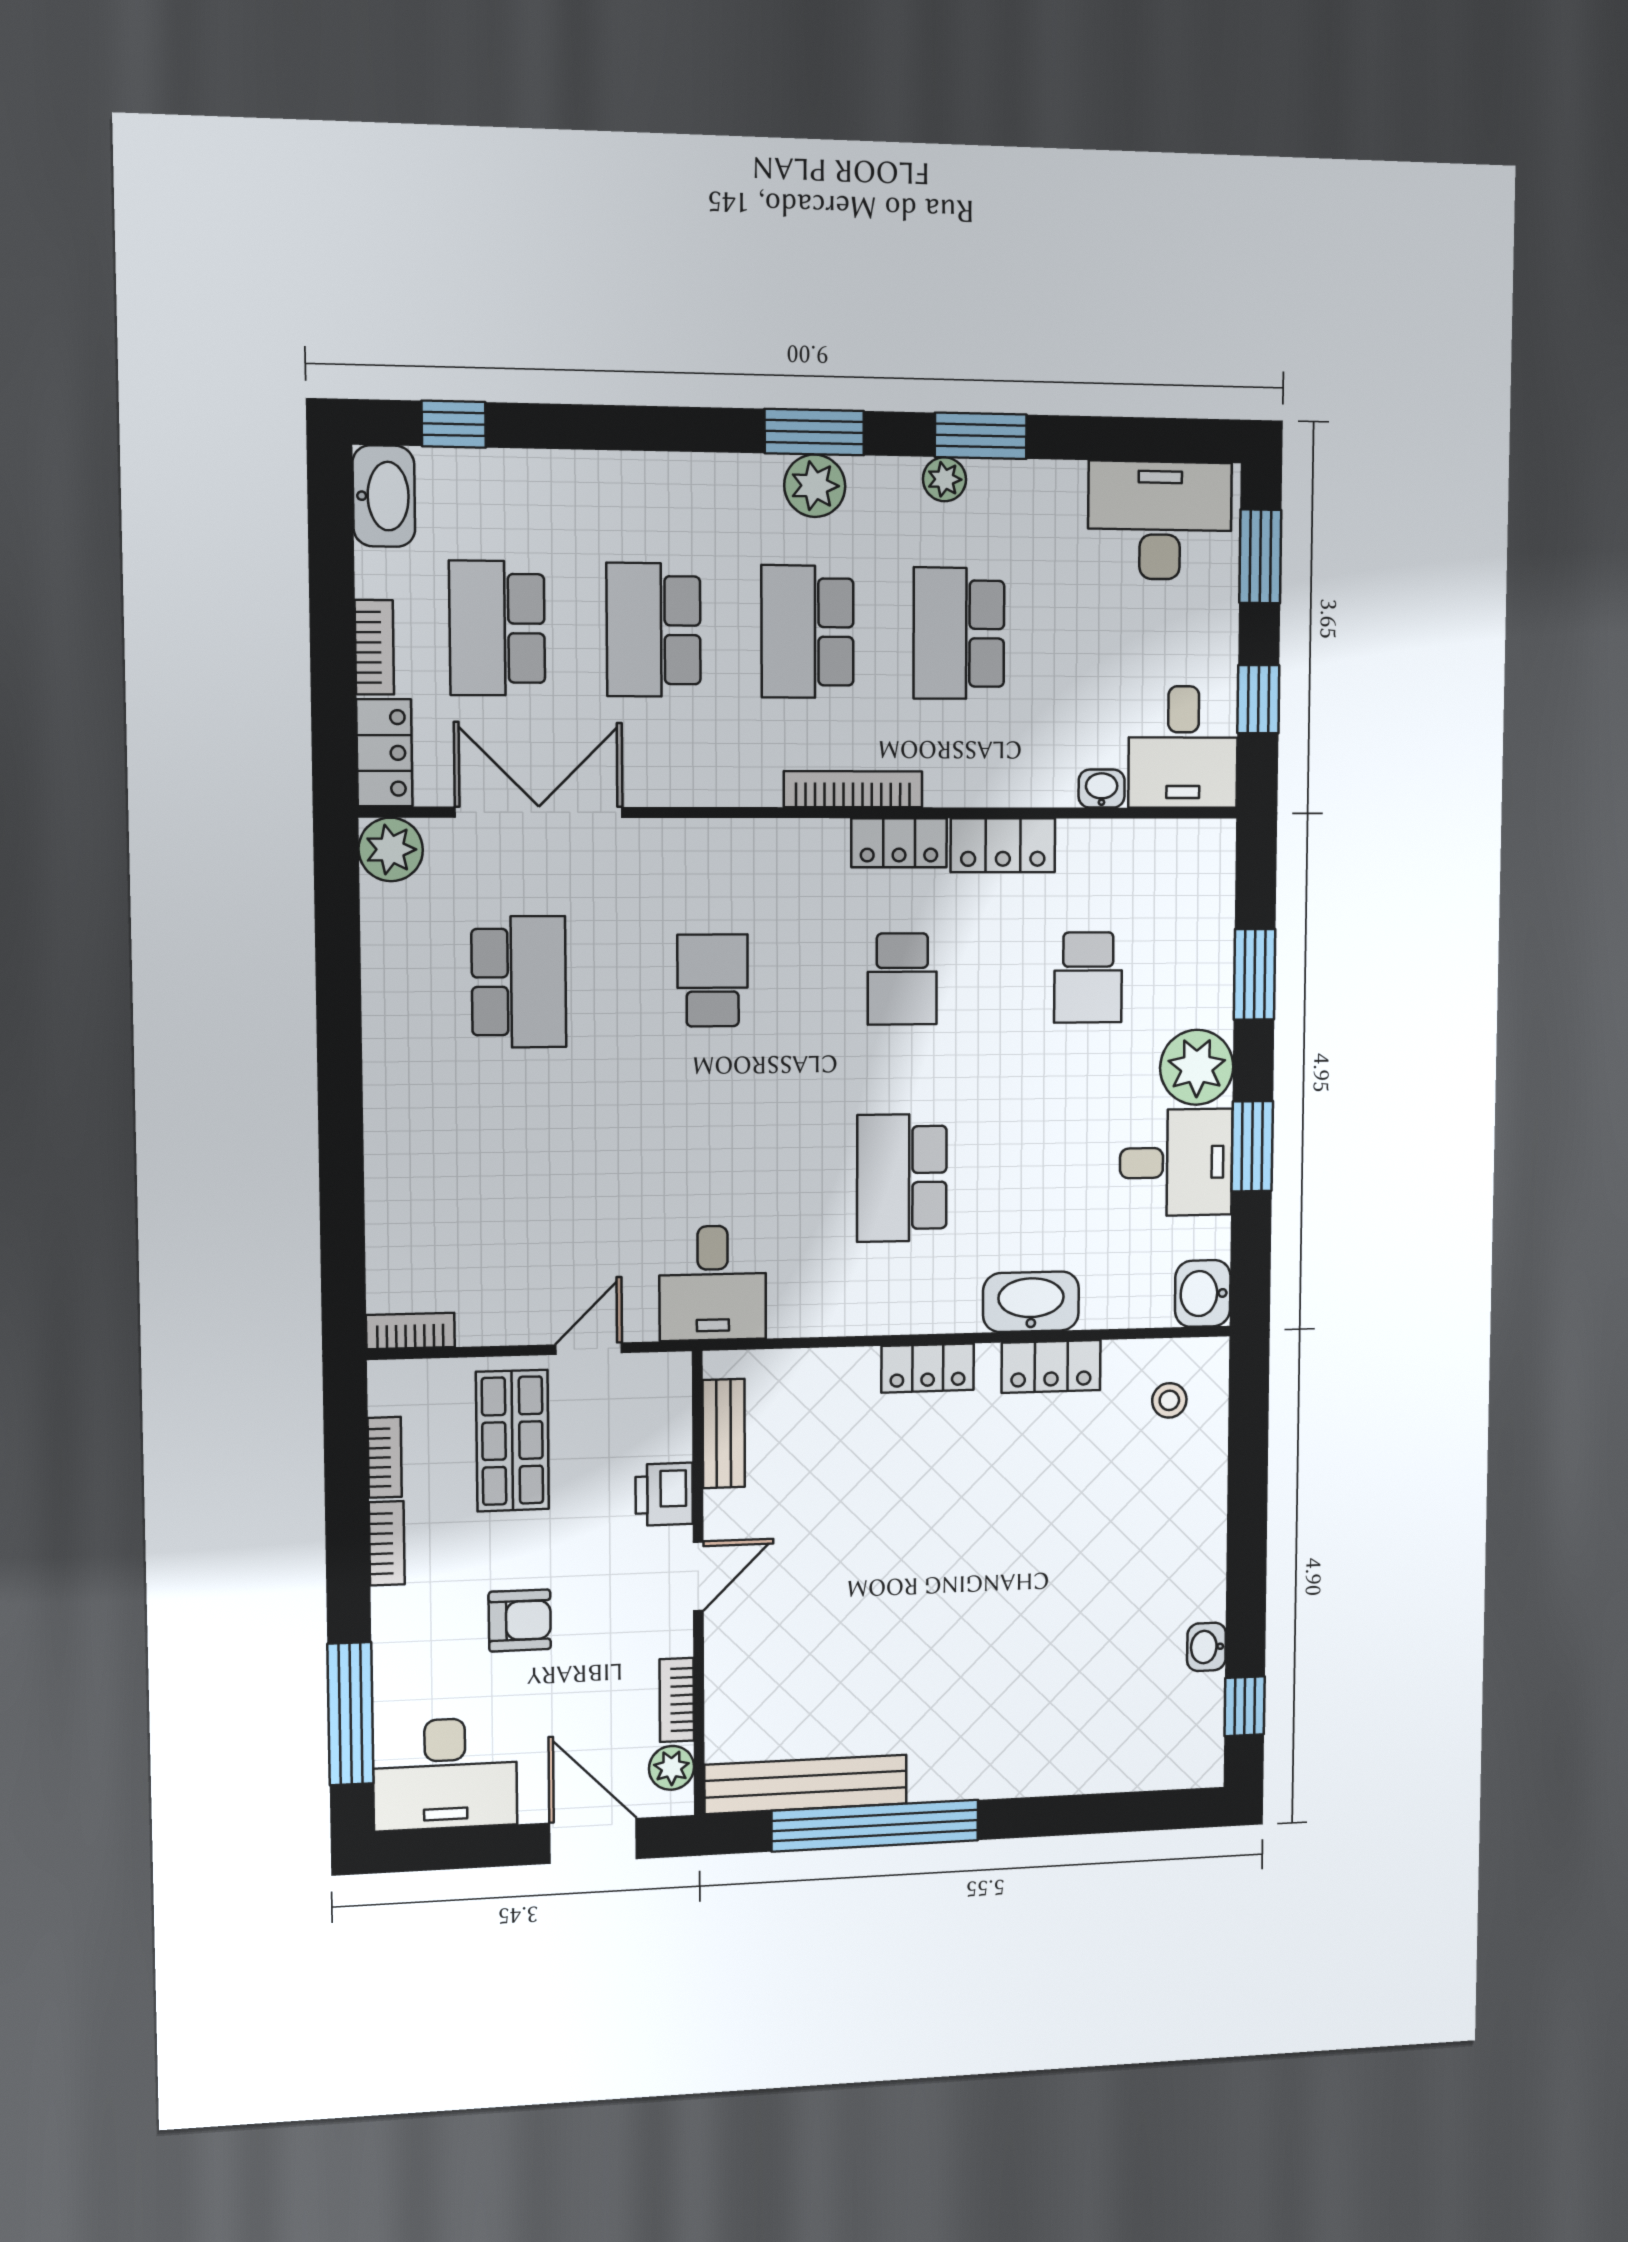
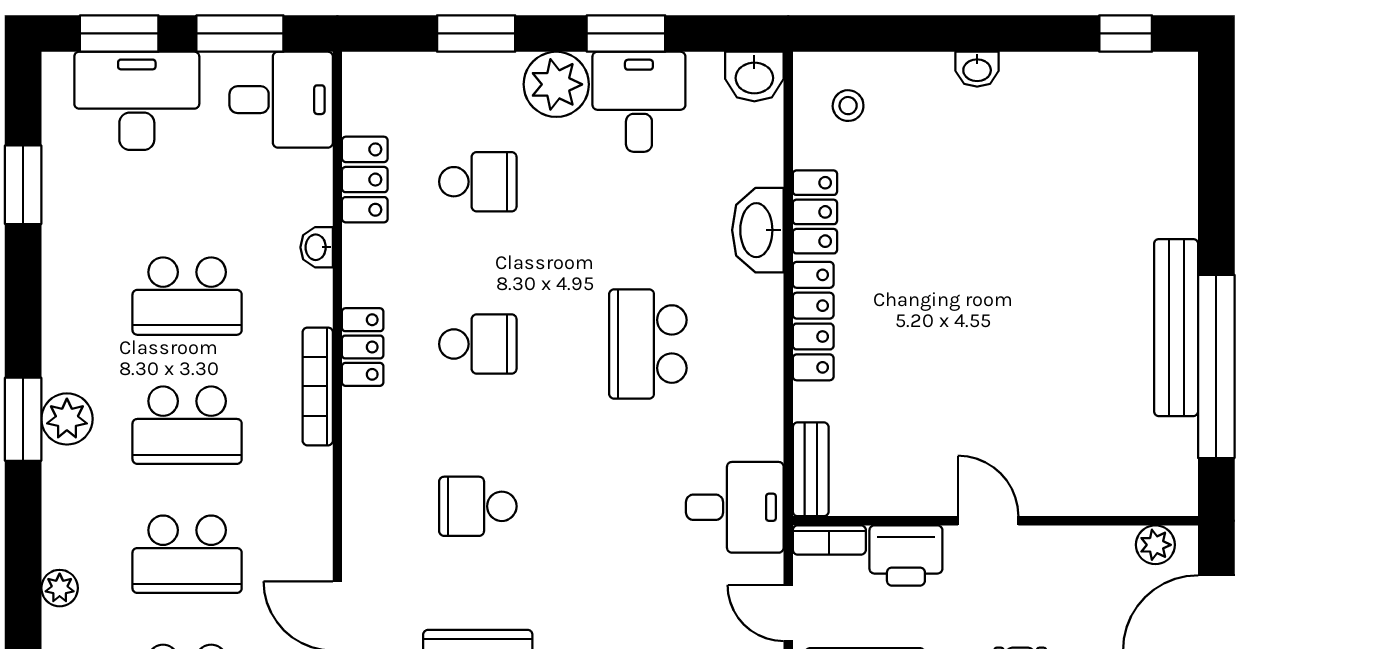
window: (981, 436) -> (23, 185), moved
plant: (944, 479) -> (60, 588), moved
desk: (1160, 521) -> (137, 101), moved, turned 90
window: (1258, 699) -> (240, 33), width x1.50
washbasin: (1102, 789) -> (317, 247), moved
locker: (1003, 845) -> (365, 180), moved
school desk: (902, 1178) -> (648, 344), turned 90
locker: (928, 1368) -> (813, 321), width x1.53
bench: (724, 1434) -> (811, 469), moved, turned 90
printer: (664, 1494) -> (906, 555), width x1.36, depth x1.24
washbasin: (1206, 1647) -> (977, 69), moved
bookcase: (677, 1700) -> (829, 540), moved
bench: (806, 1784) -> (1176, 328), moved

